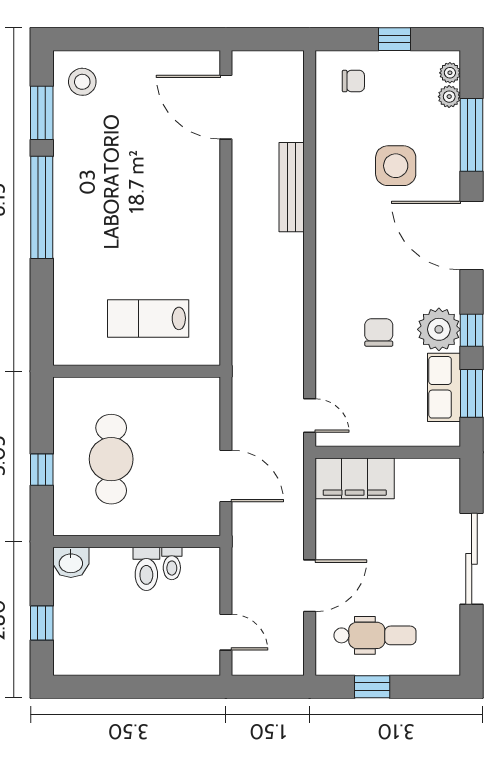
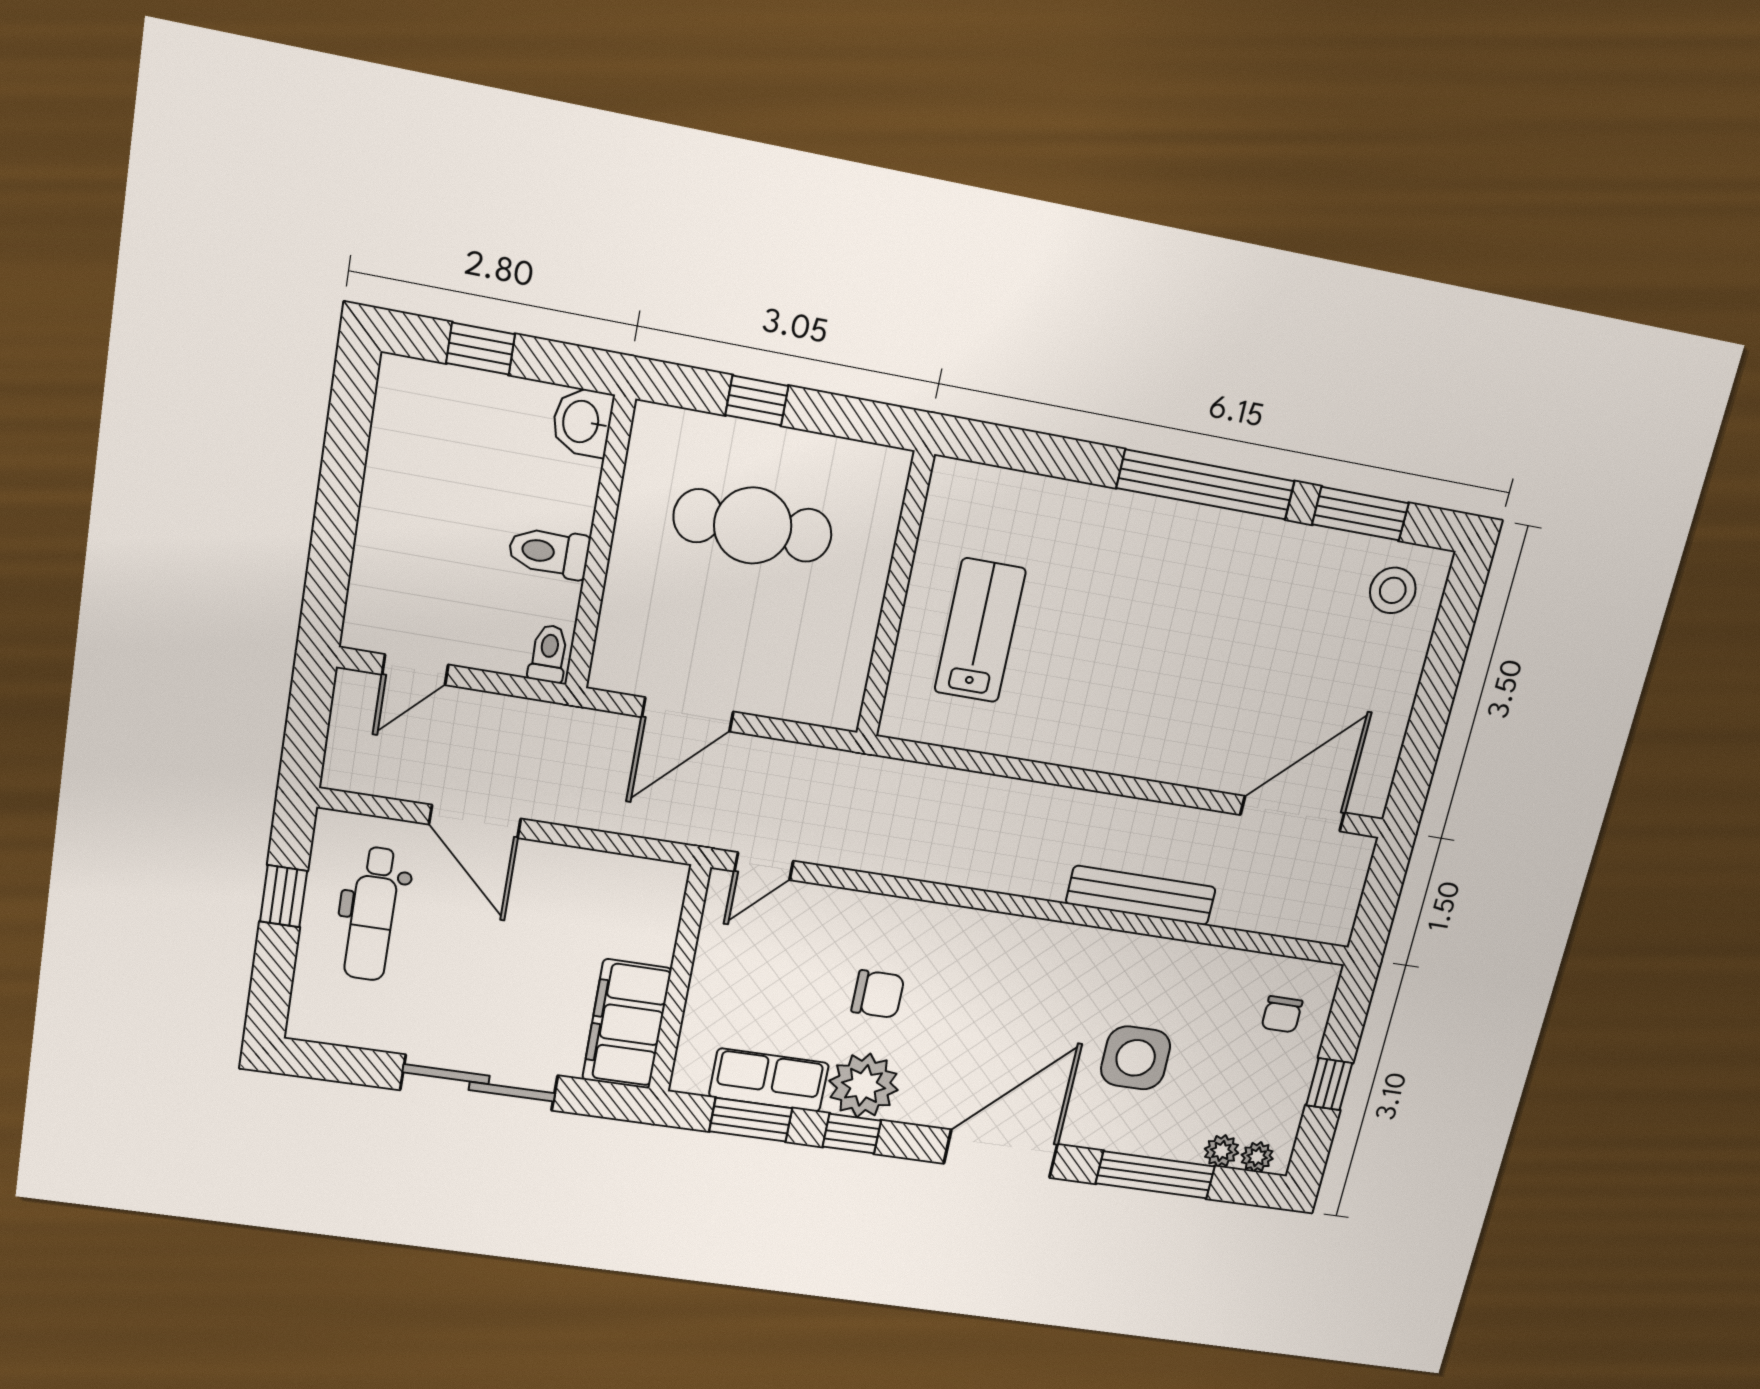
filing cabinet: (355, 478) -> (627, 1024), moved
toilet: (172, 563) -> (549, 654), moved, turned 90

